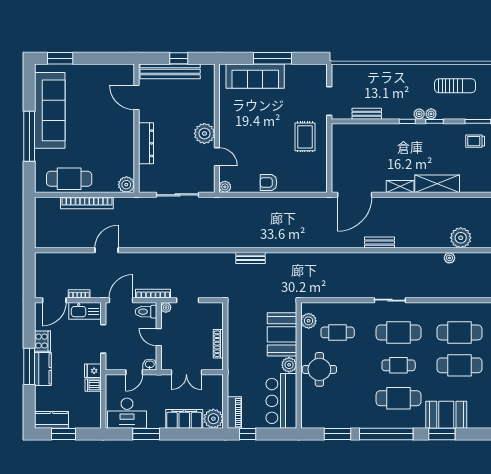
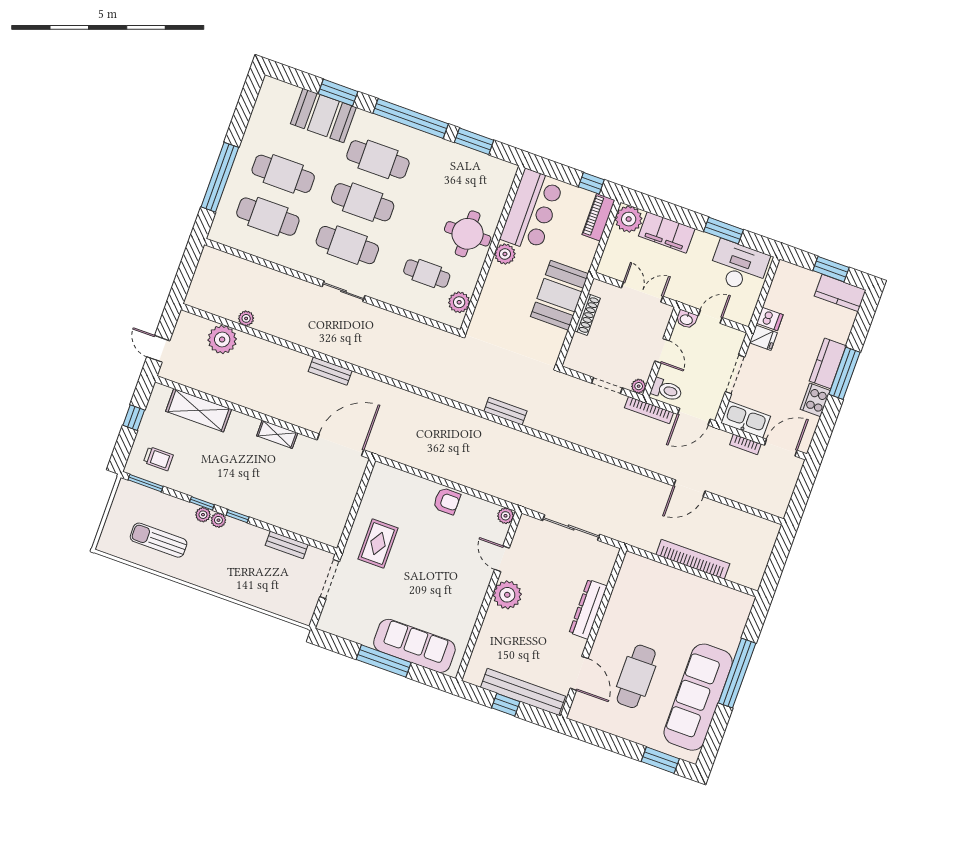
cafe table: (69, 179) -> (636, 676), moved, turned 90
shelving: (437, 184) -> (199, 410), moved
plant: (126, 185) -> (633, 565), removed
booth: (282, 334) -> (560, 295), moved
cafe table: (399, 365) -> (363, 202), width x1.37, depth x1.35

